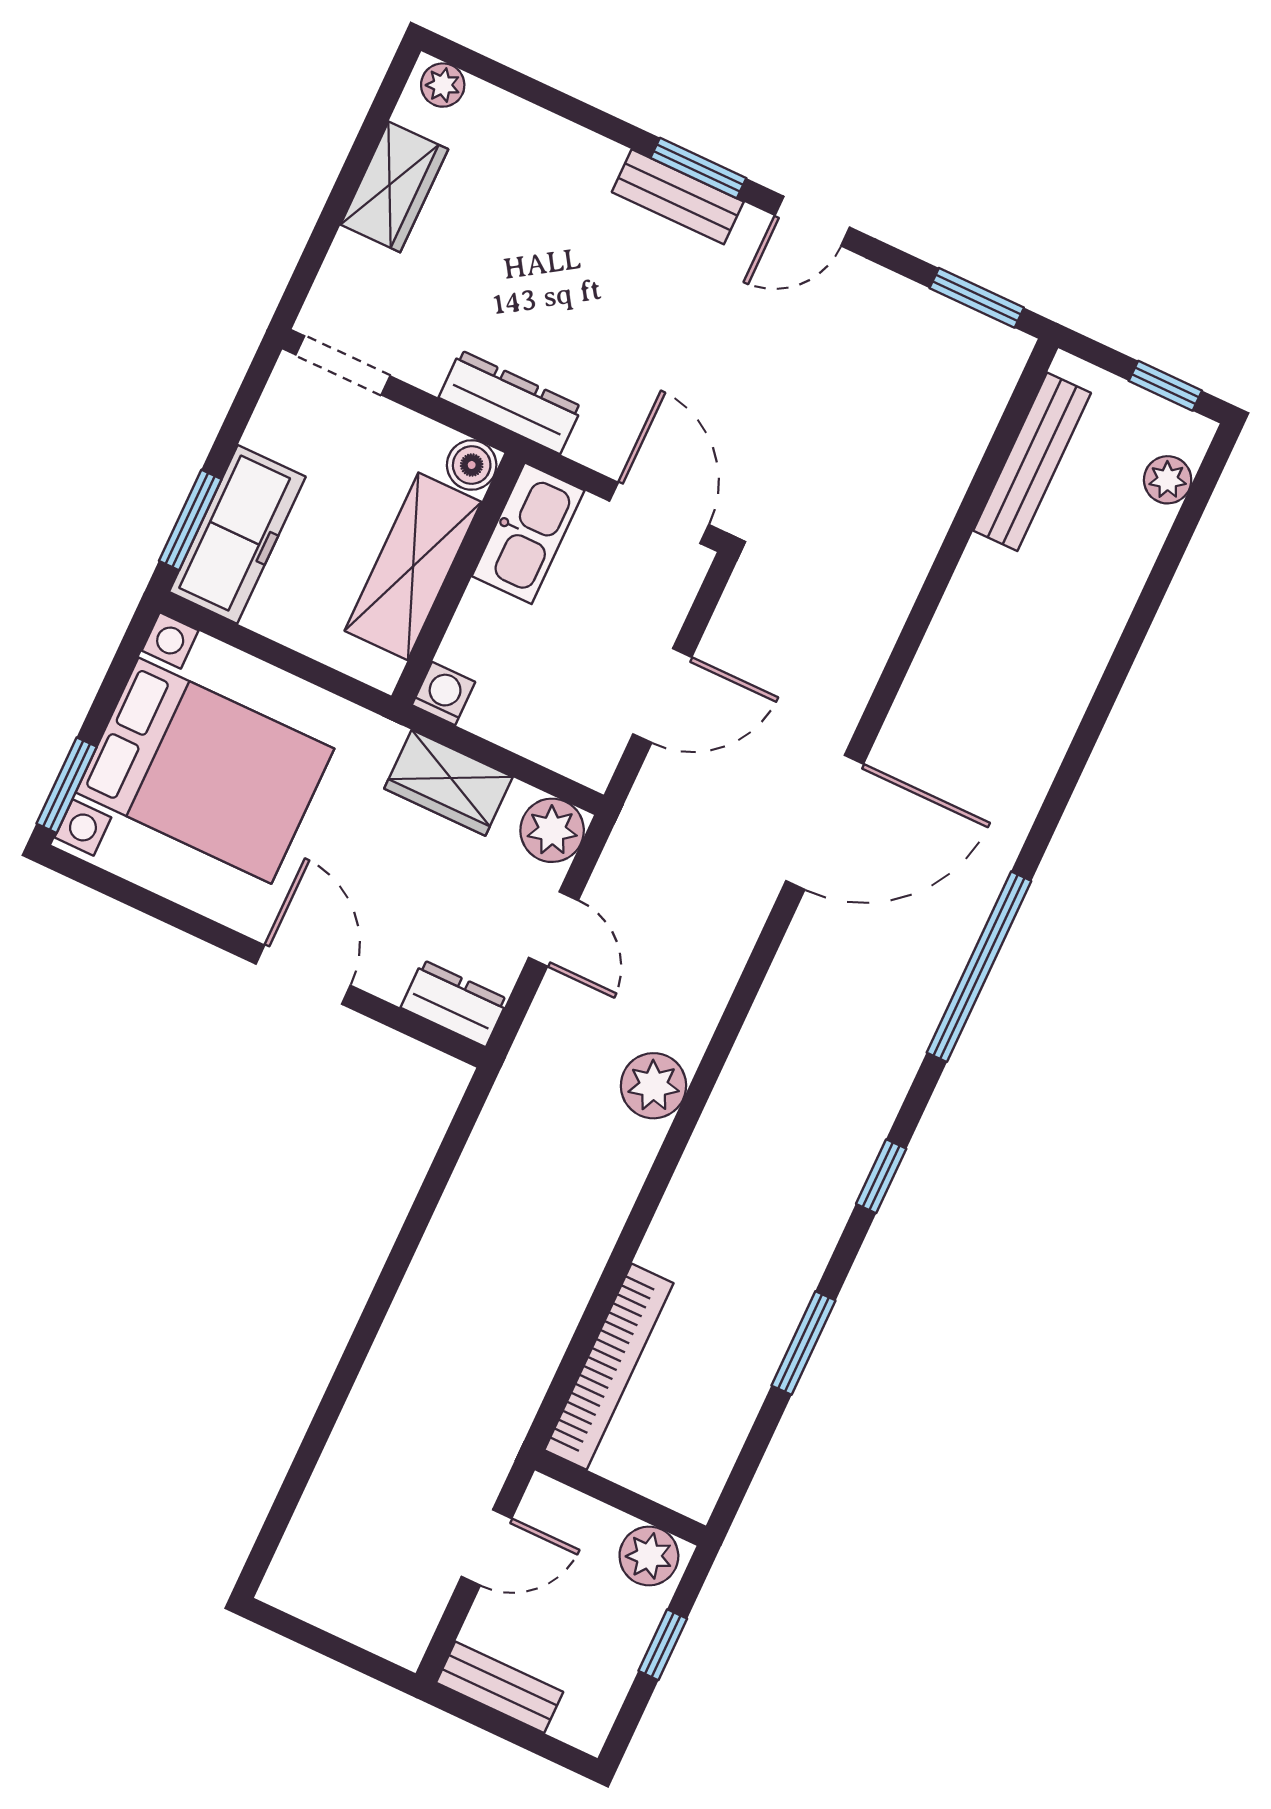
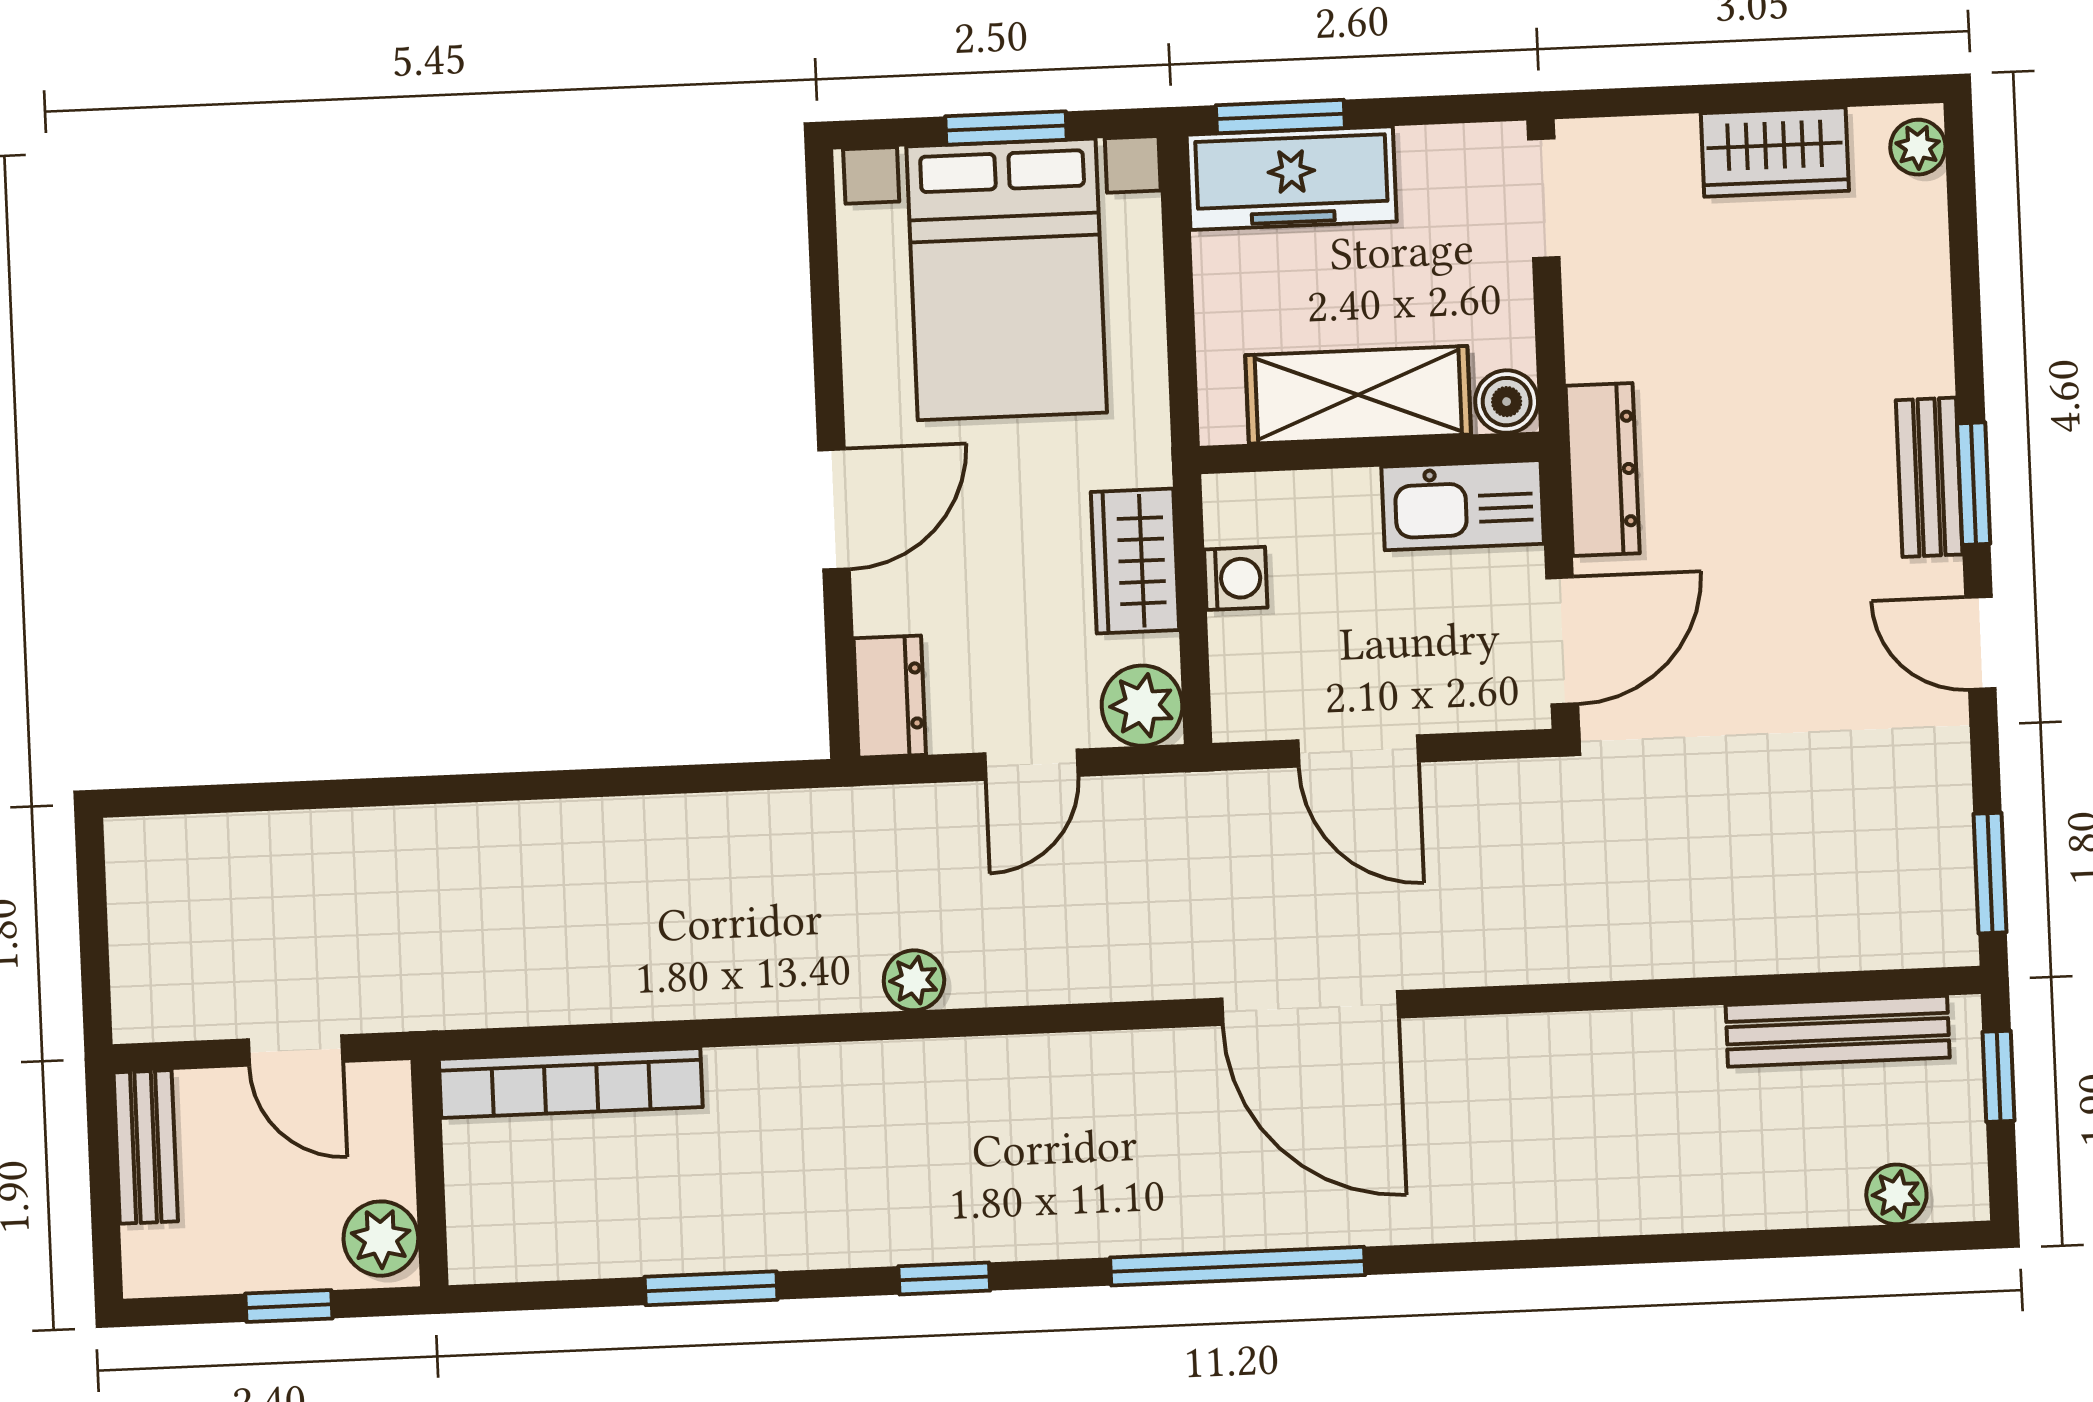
window: (1165, 386) -> (1999, 1076), moved
dresser: (510, 402) -> (1603, 470), moved
washing machine: (443, 694) -> (1236, 578), moved
window: (67, 785) -> (1006, 128), moved
plant: (654, 1086) -> (914, 980), width x0.73, depth x0.73

